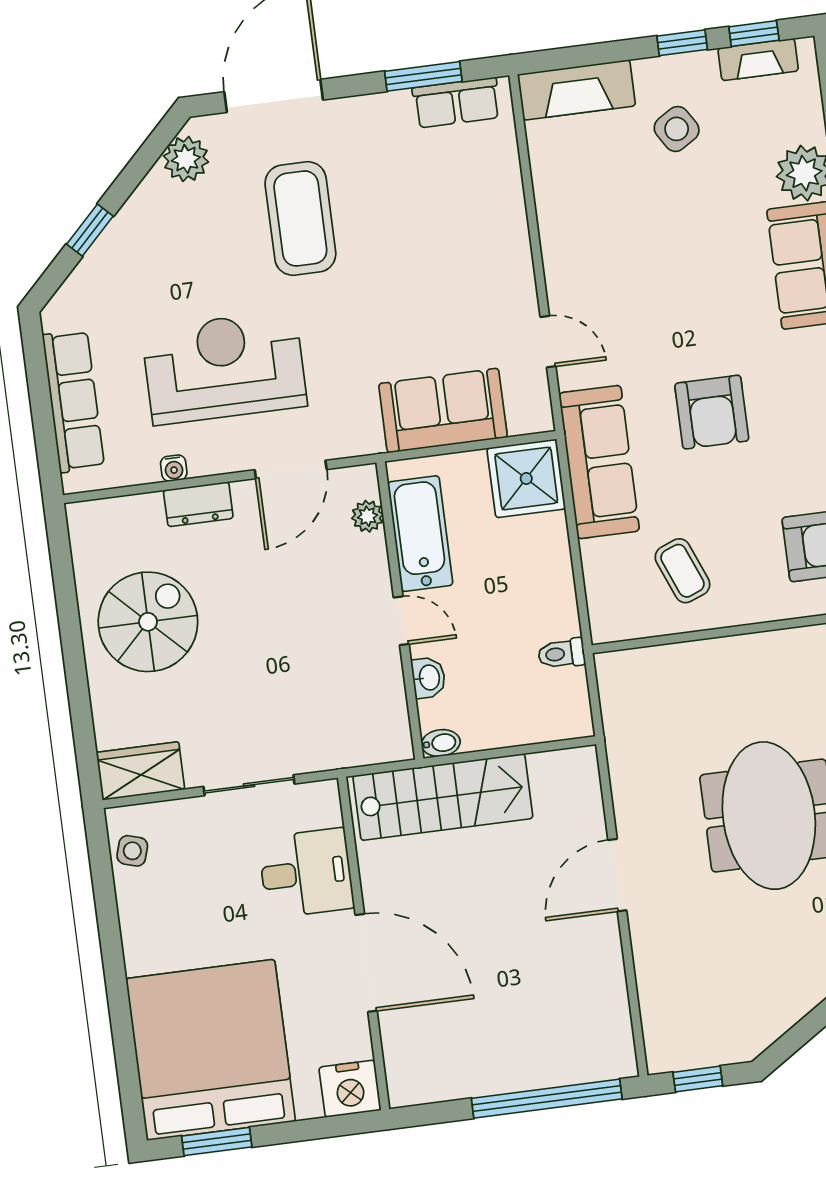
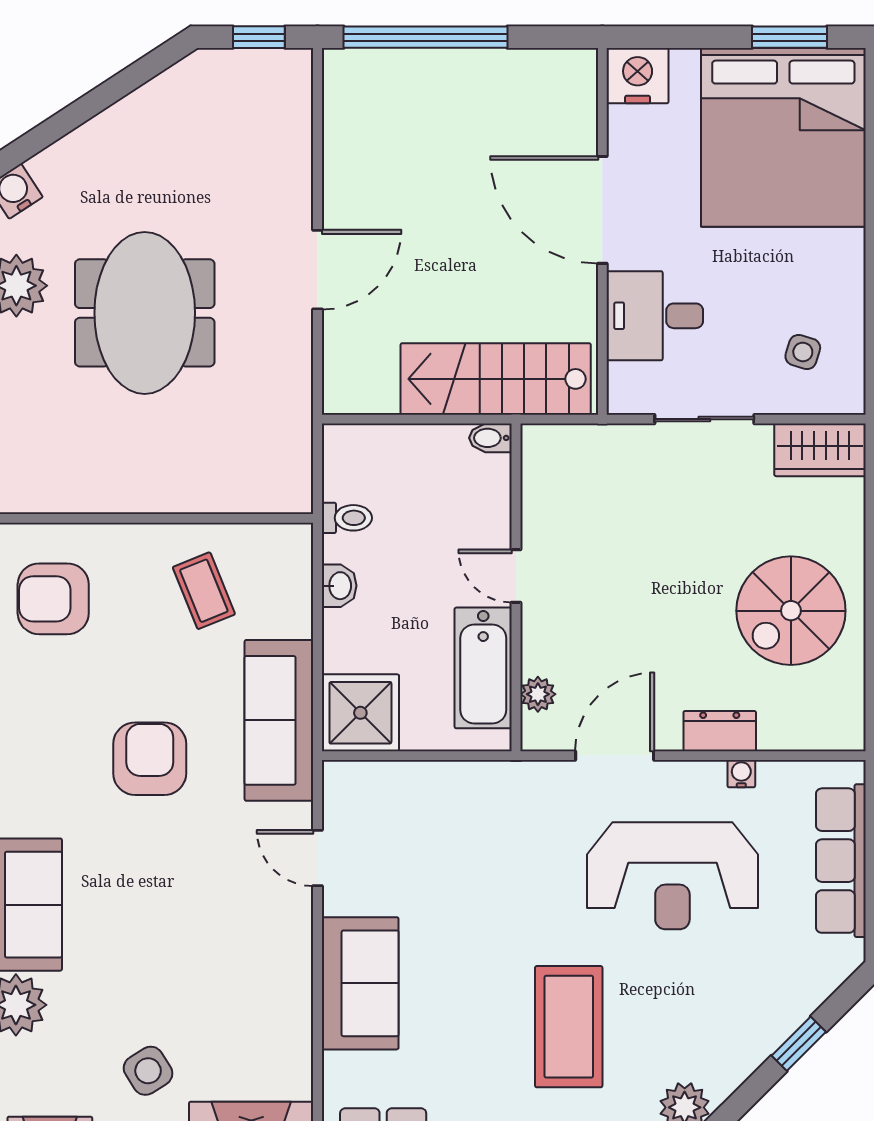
sofa: (443, 410) -> (360, 983), moved, turned -90
washbasin: (429, 678) -> (339, 586), moved, turned 180
side table: (132, 851) -> (803, 352), moved

